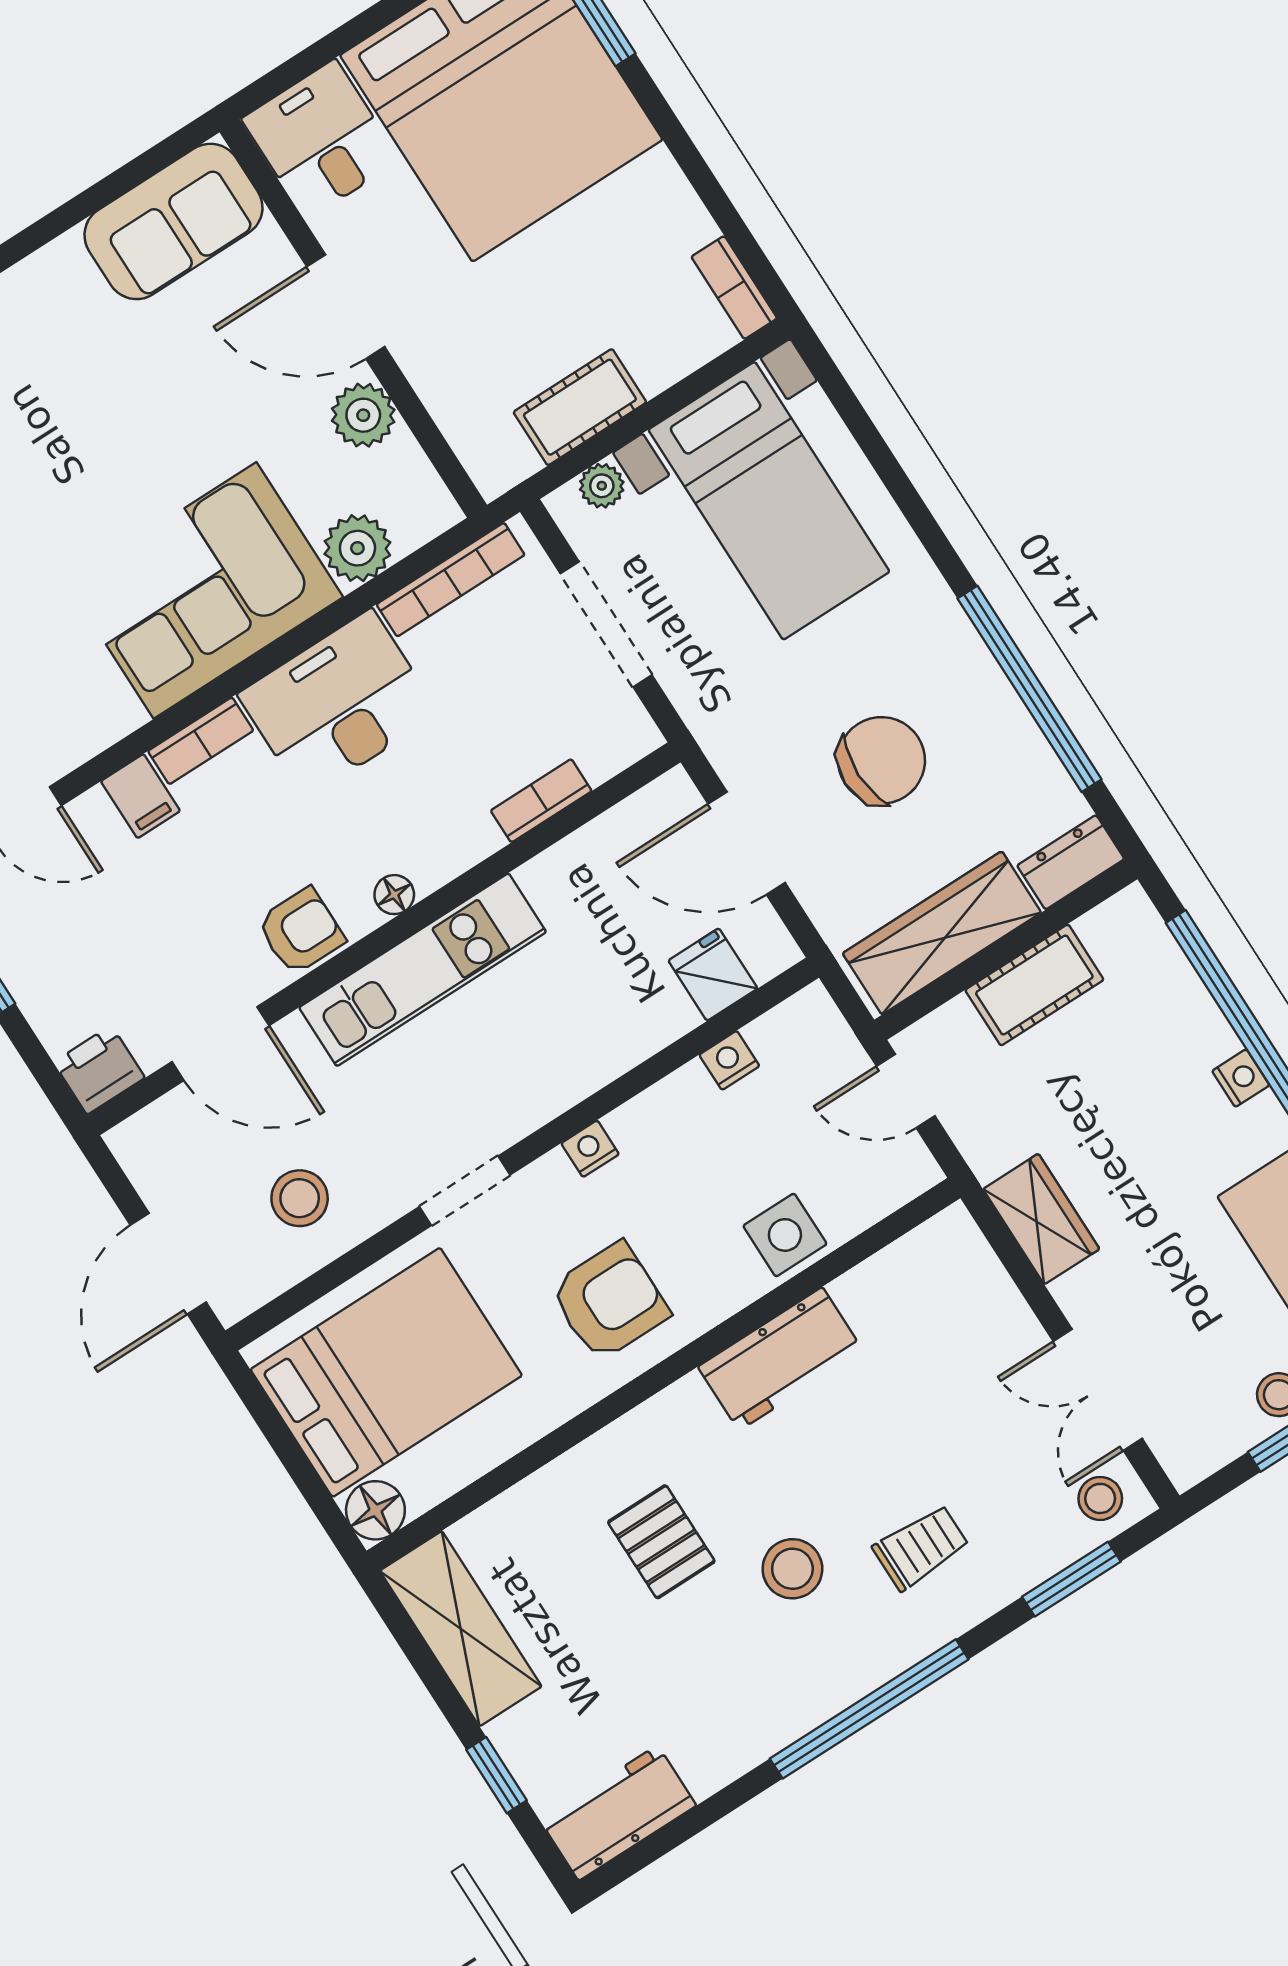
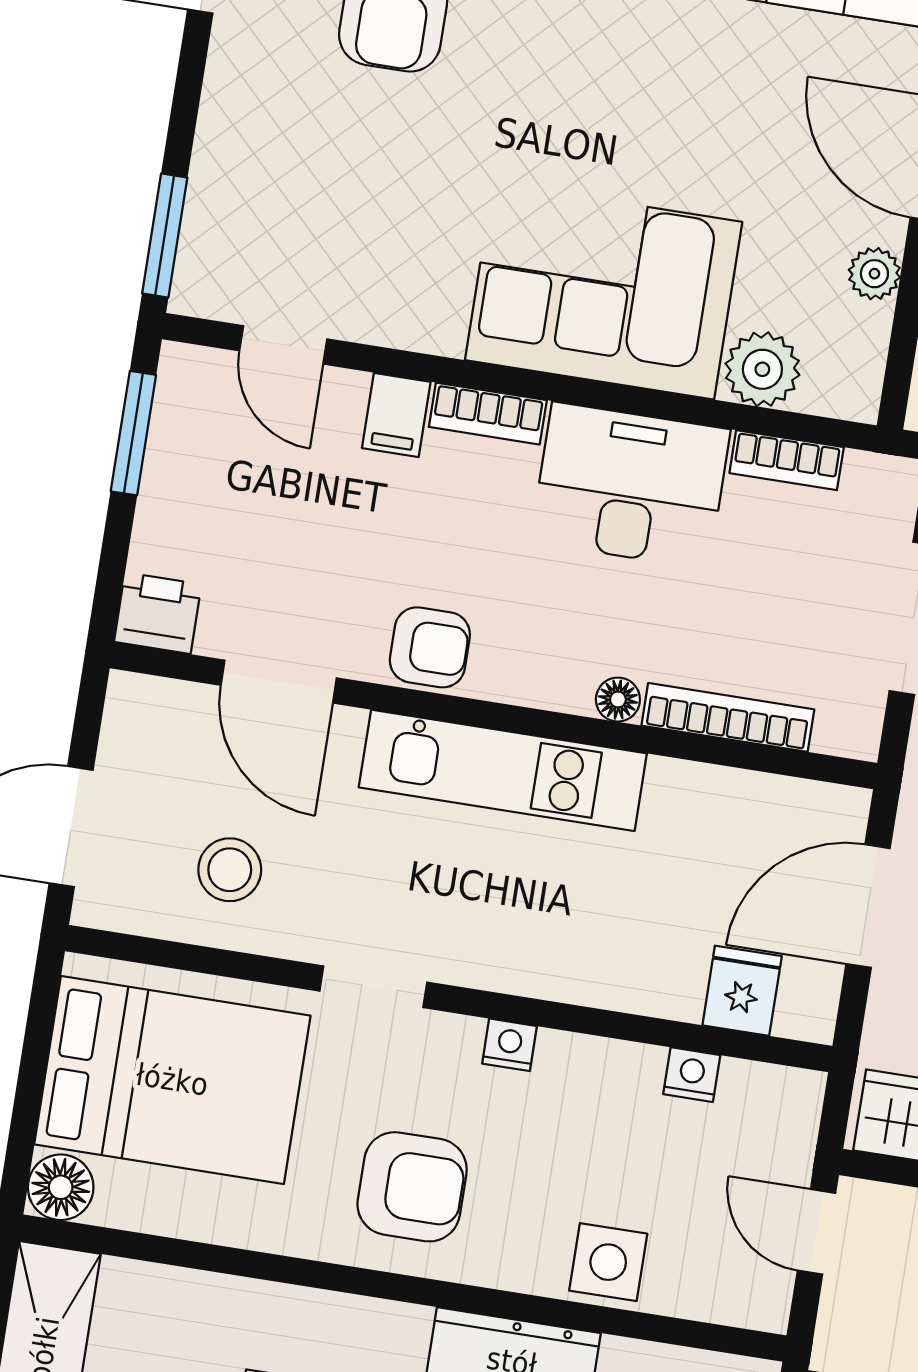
plant: (363, 415) -> (874, 274), width x0.73, depth x0.73
bookcase: (451, 580) -> (787, 460), width x0.64
bookcase: (541, 801) -> (728, 717), width x1.56
door: (747, 843) -> (868, 906), hinge flipped
floor lamp: (394, 895) -> (618, 700), moved

